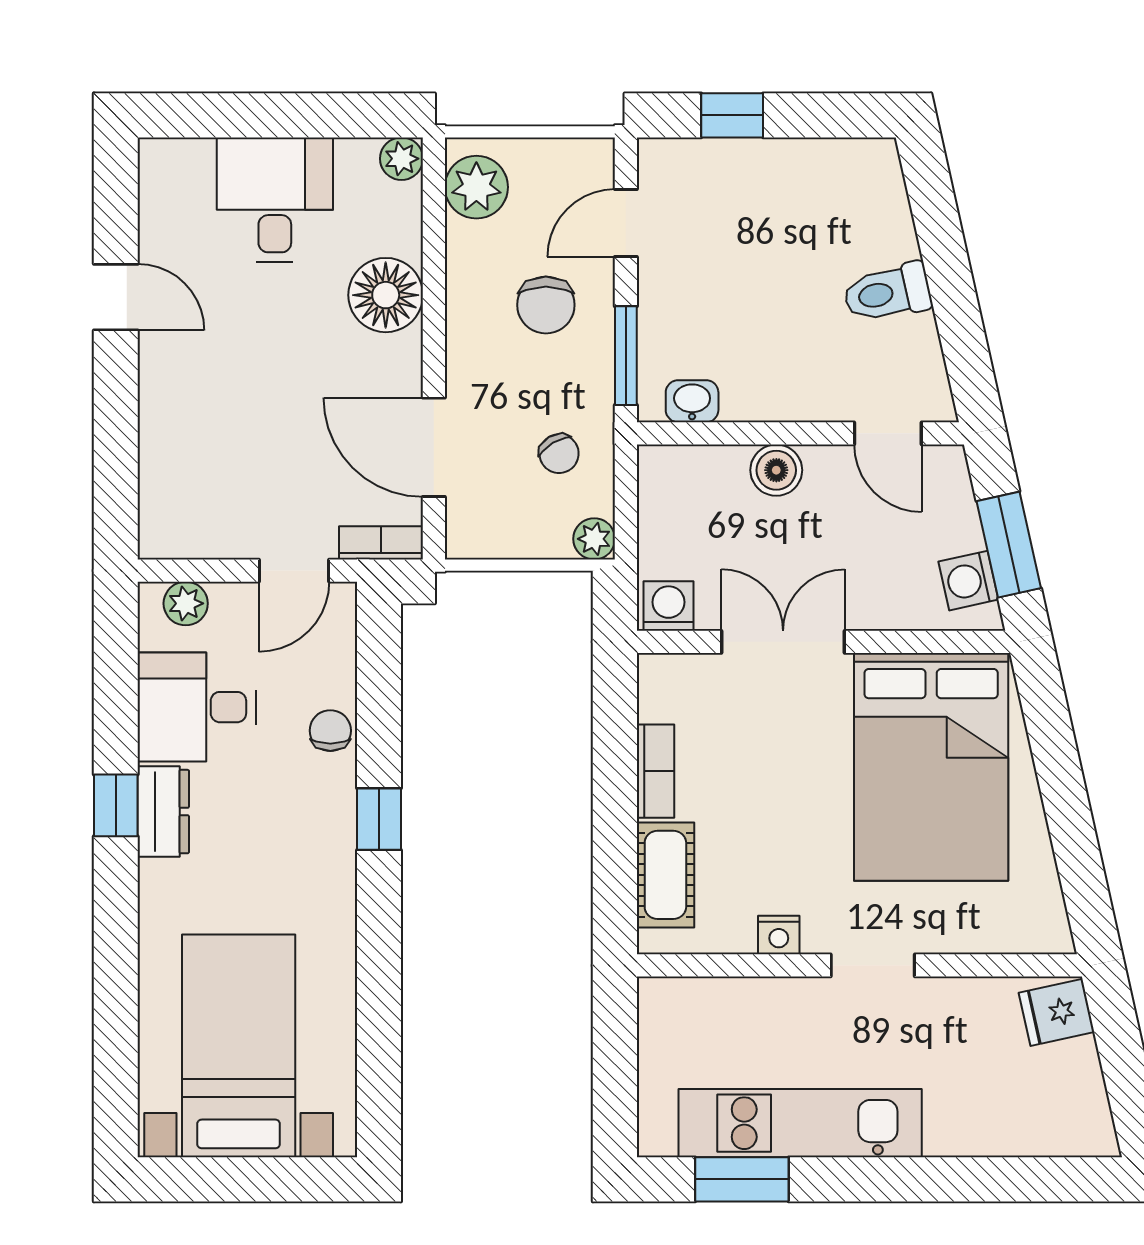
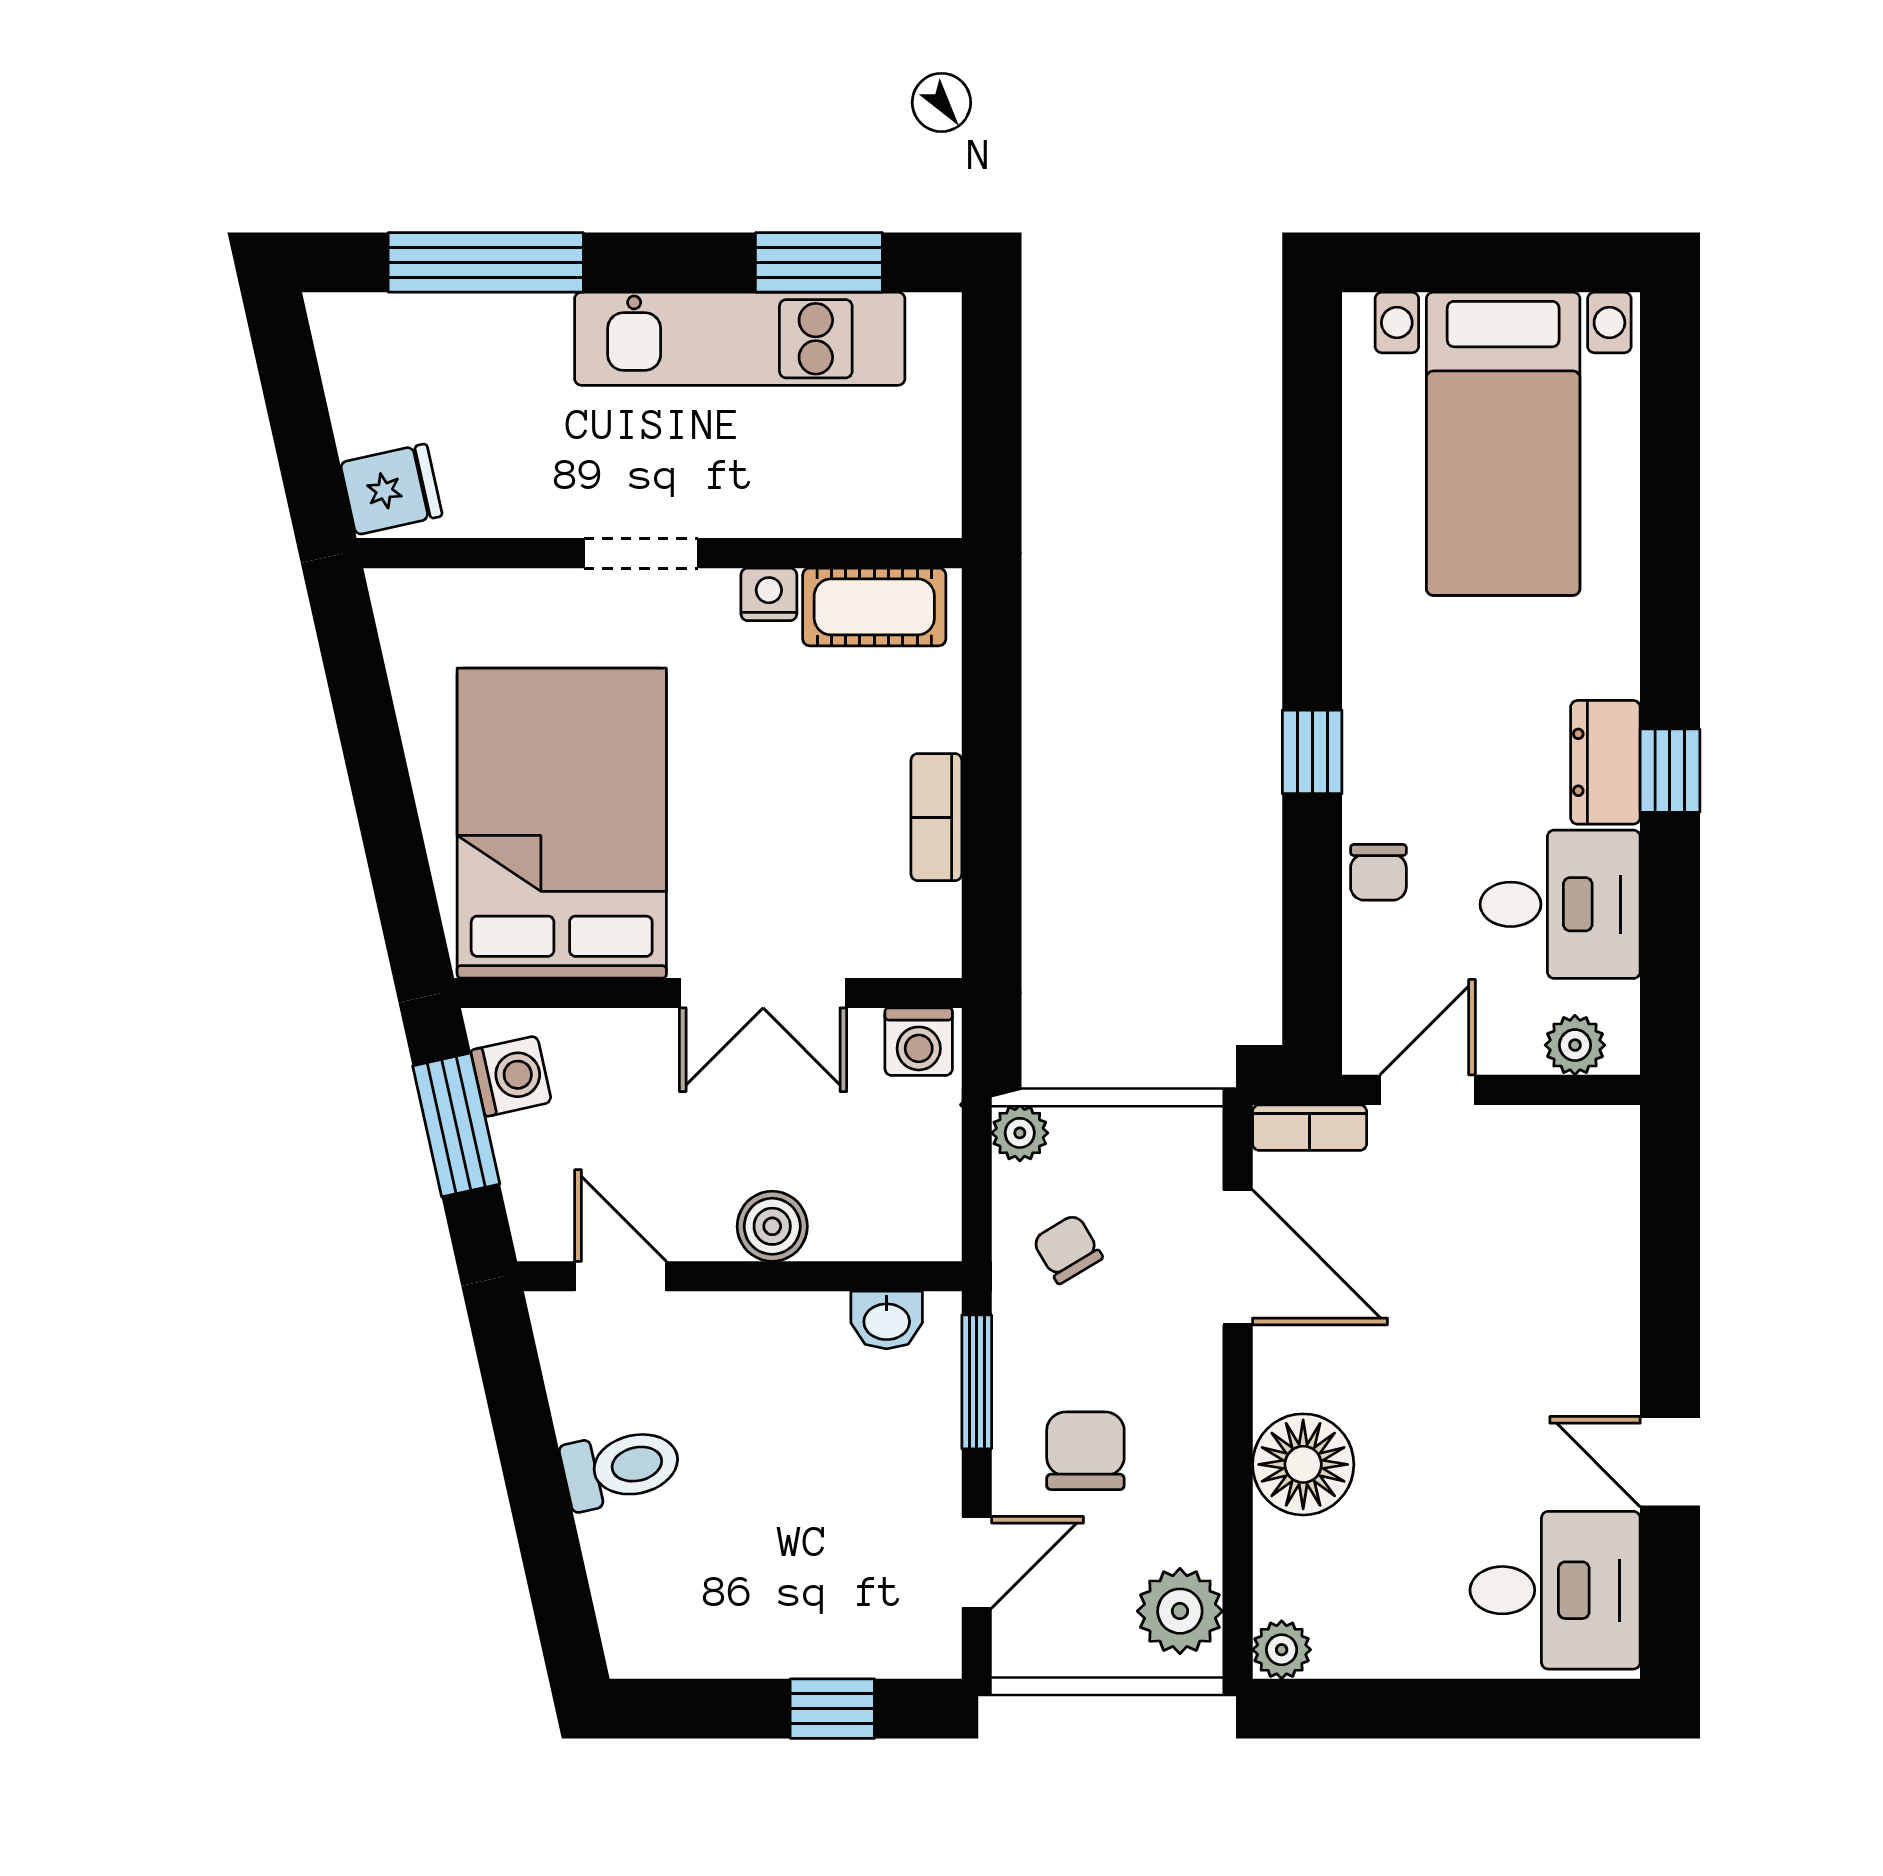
desk: (275, 200) -> (1555, 1590), moved, turned -90
cot: (665, 875) -> (874, 607), moved, turned 90
window: (987, 1179) -> (486, 262), added

